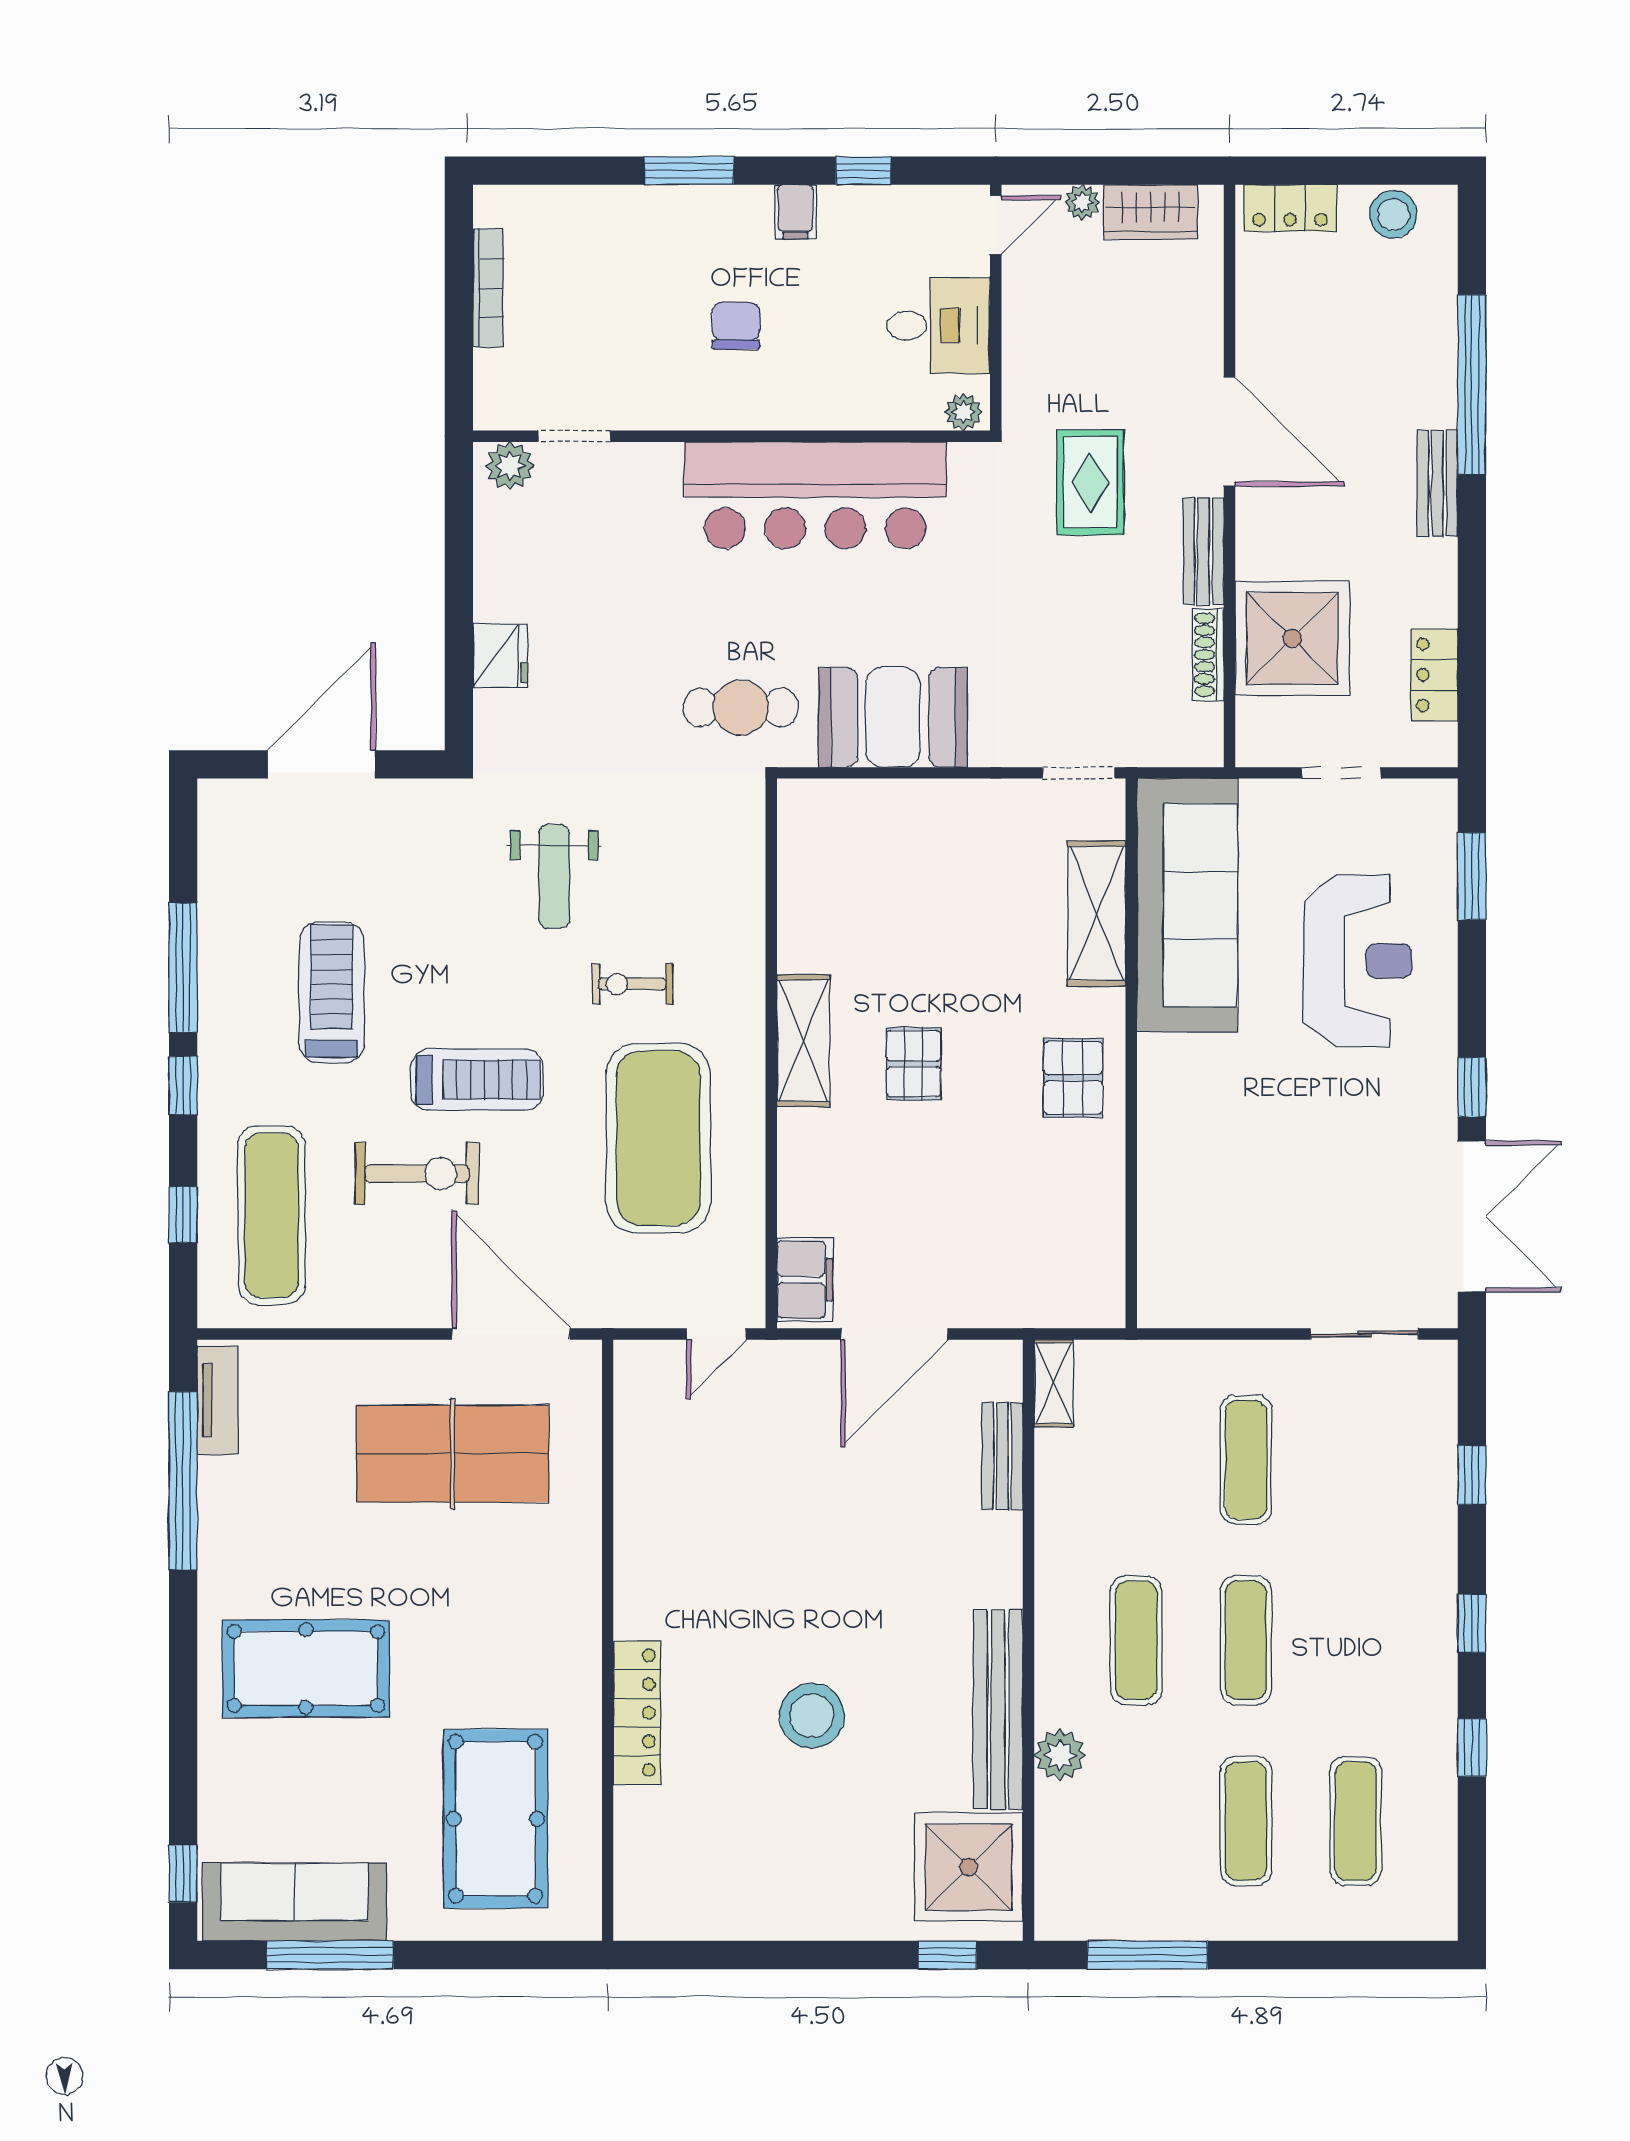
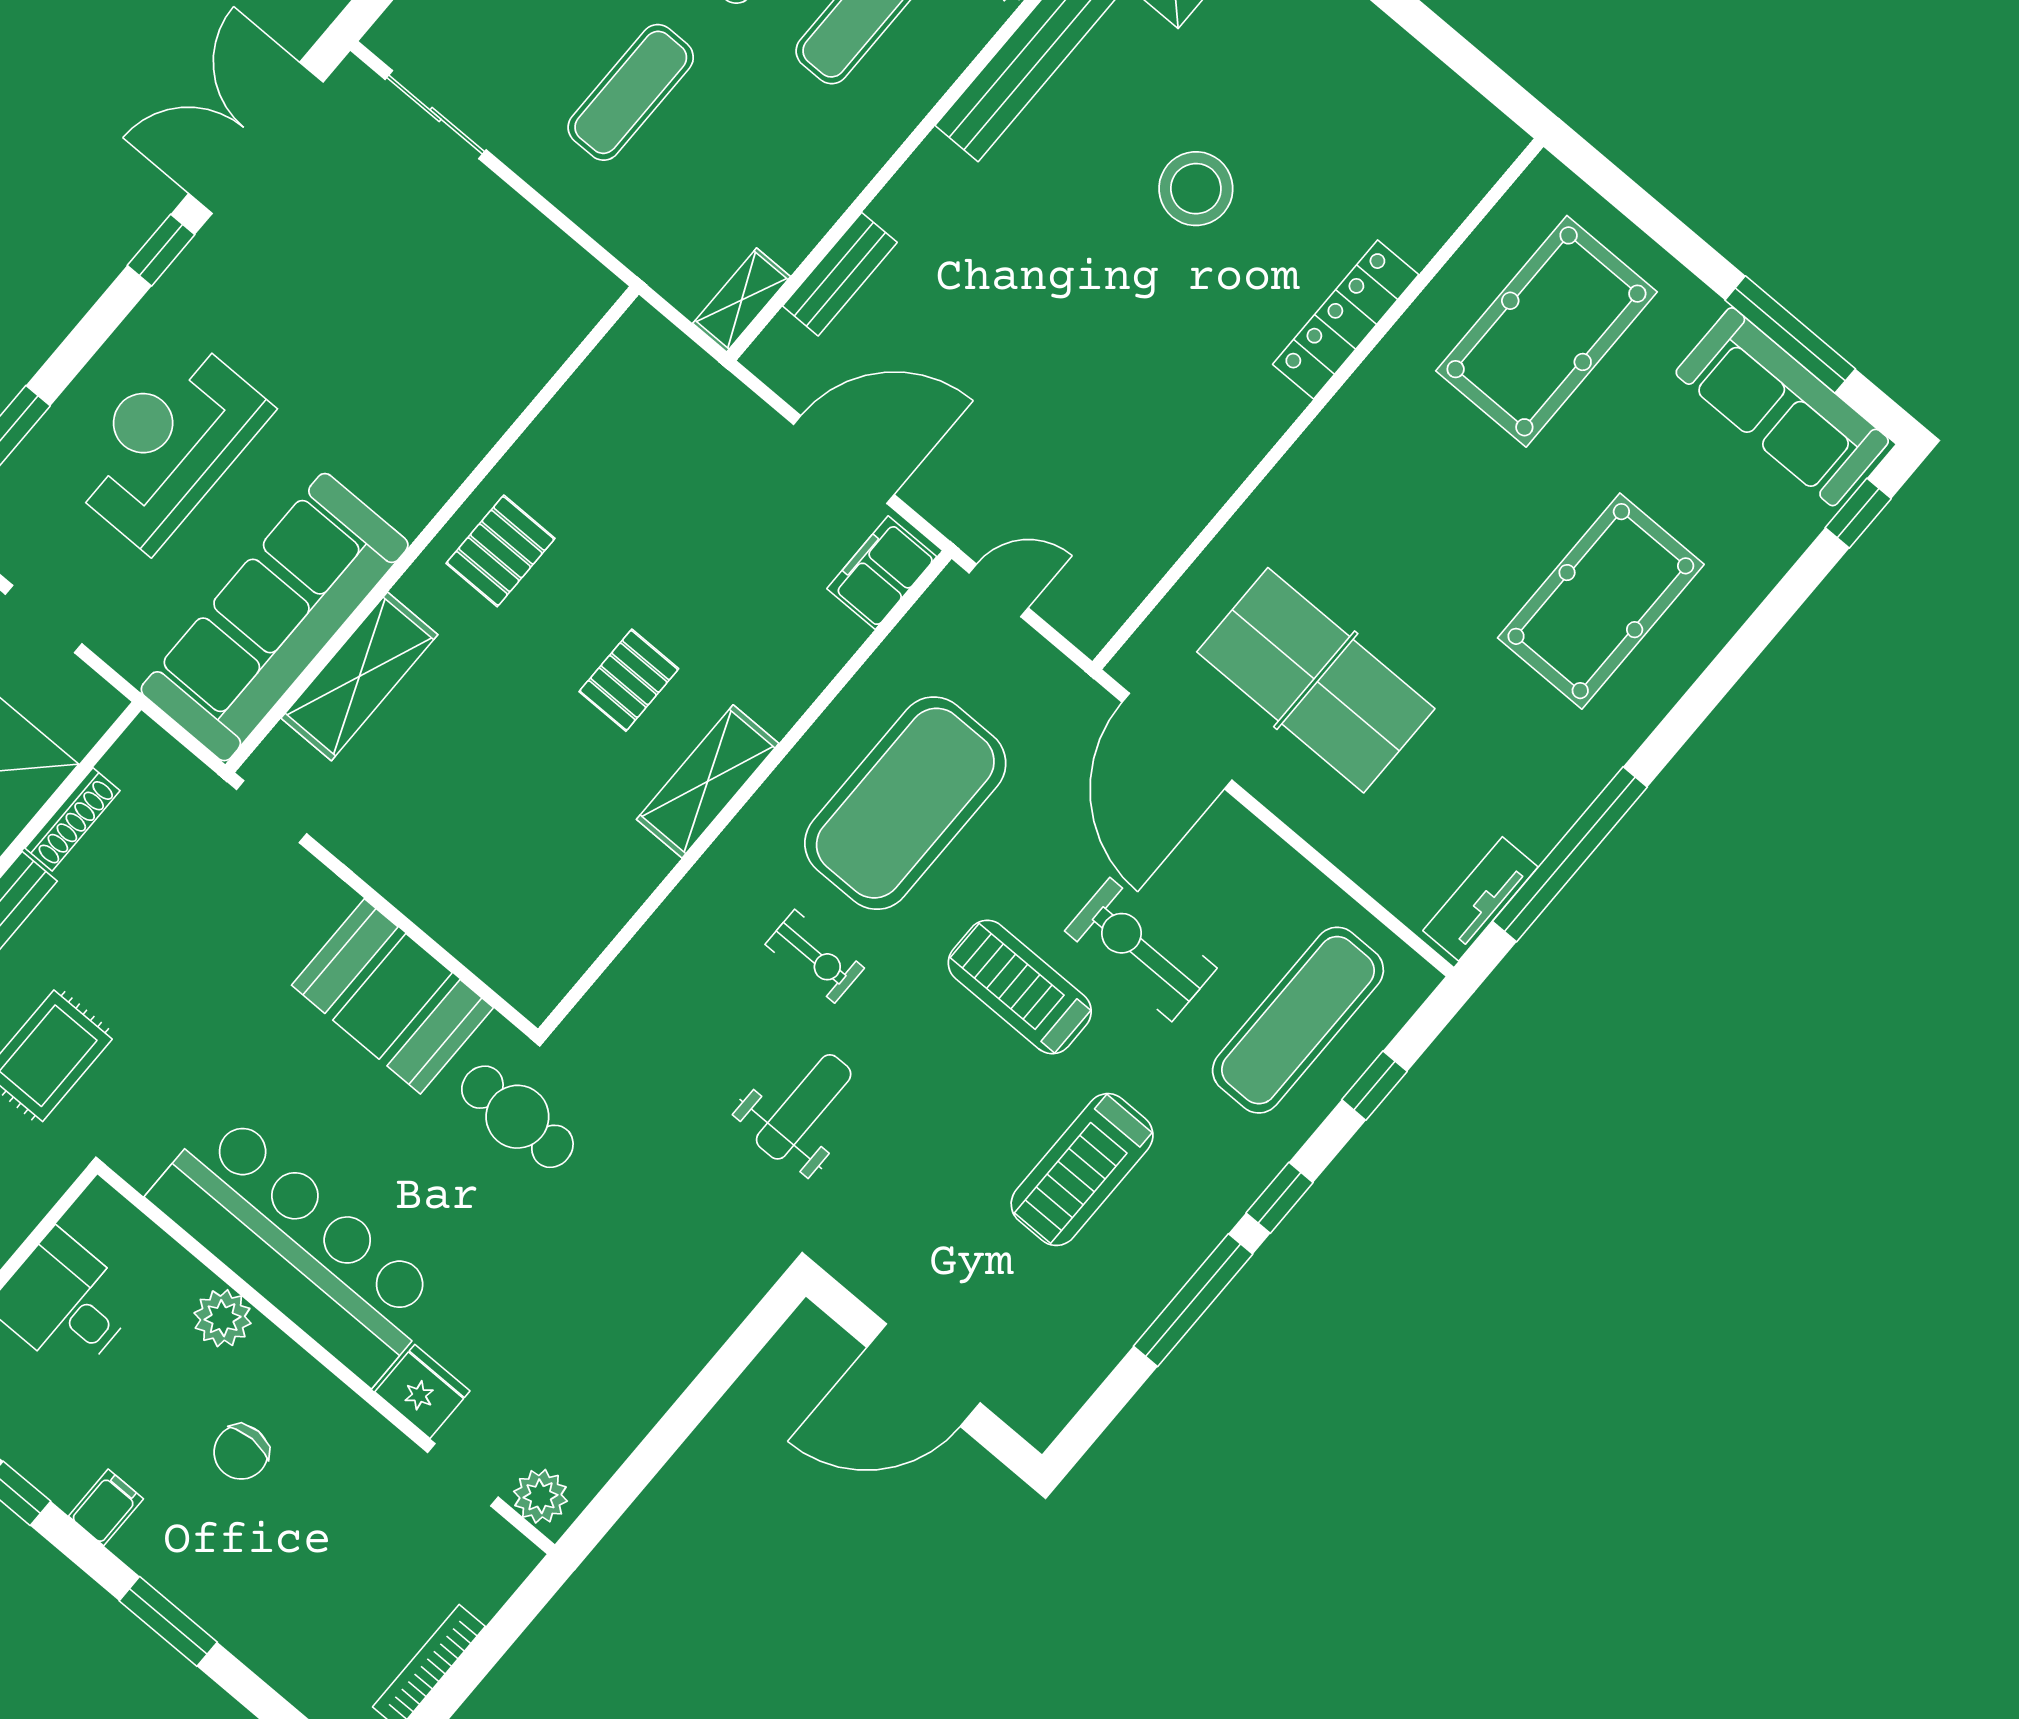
plant: (963, 412) -> (223, 1318), moved, width x1.38, depth x1.38
fridge: (500, 656) -> (422, 1391), moved, turned 90
pool table: (306, 1668) -> (1601, 601), turned 90

